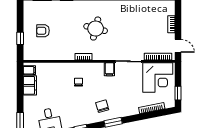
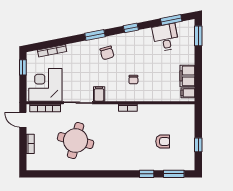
round table: (96, 29) -> (76, 141), moved, width x1.36, depth x1.36
armchair: (43, 31) -> (163, 141), moved
window: (20, 38) -> (198, 145), moved

